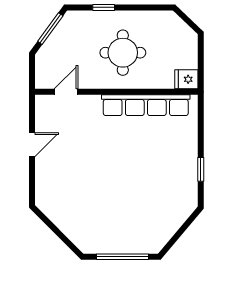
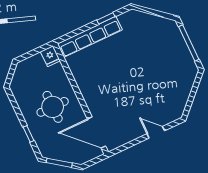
door: (66, 92) -> (97, 133), width x1.87
row of seats: (146, 105) -> (90, 37), moved, turned 90
door: (32, 145) -> (156, 132), moved

